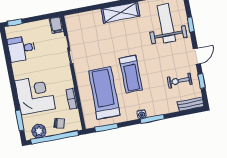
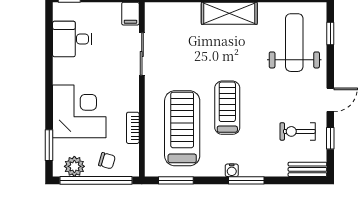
window: (191, 24) -> (330, 33), moved
treadmill: (131, 74) -> (227, 108), turned 180

